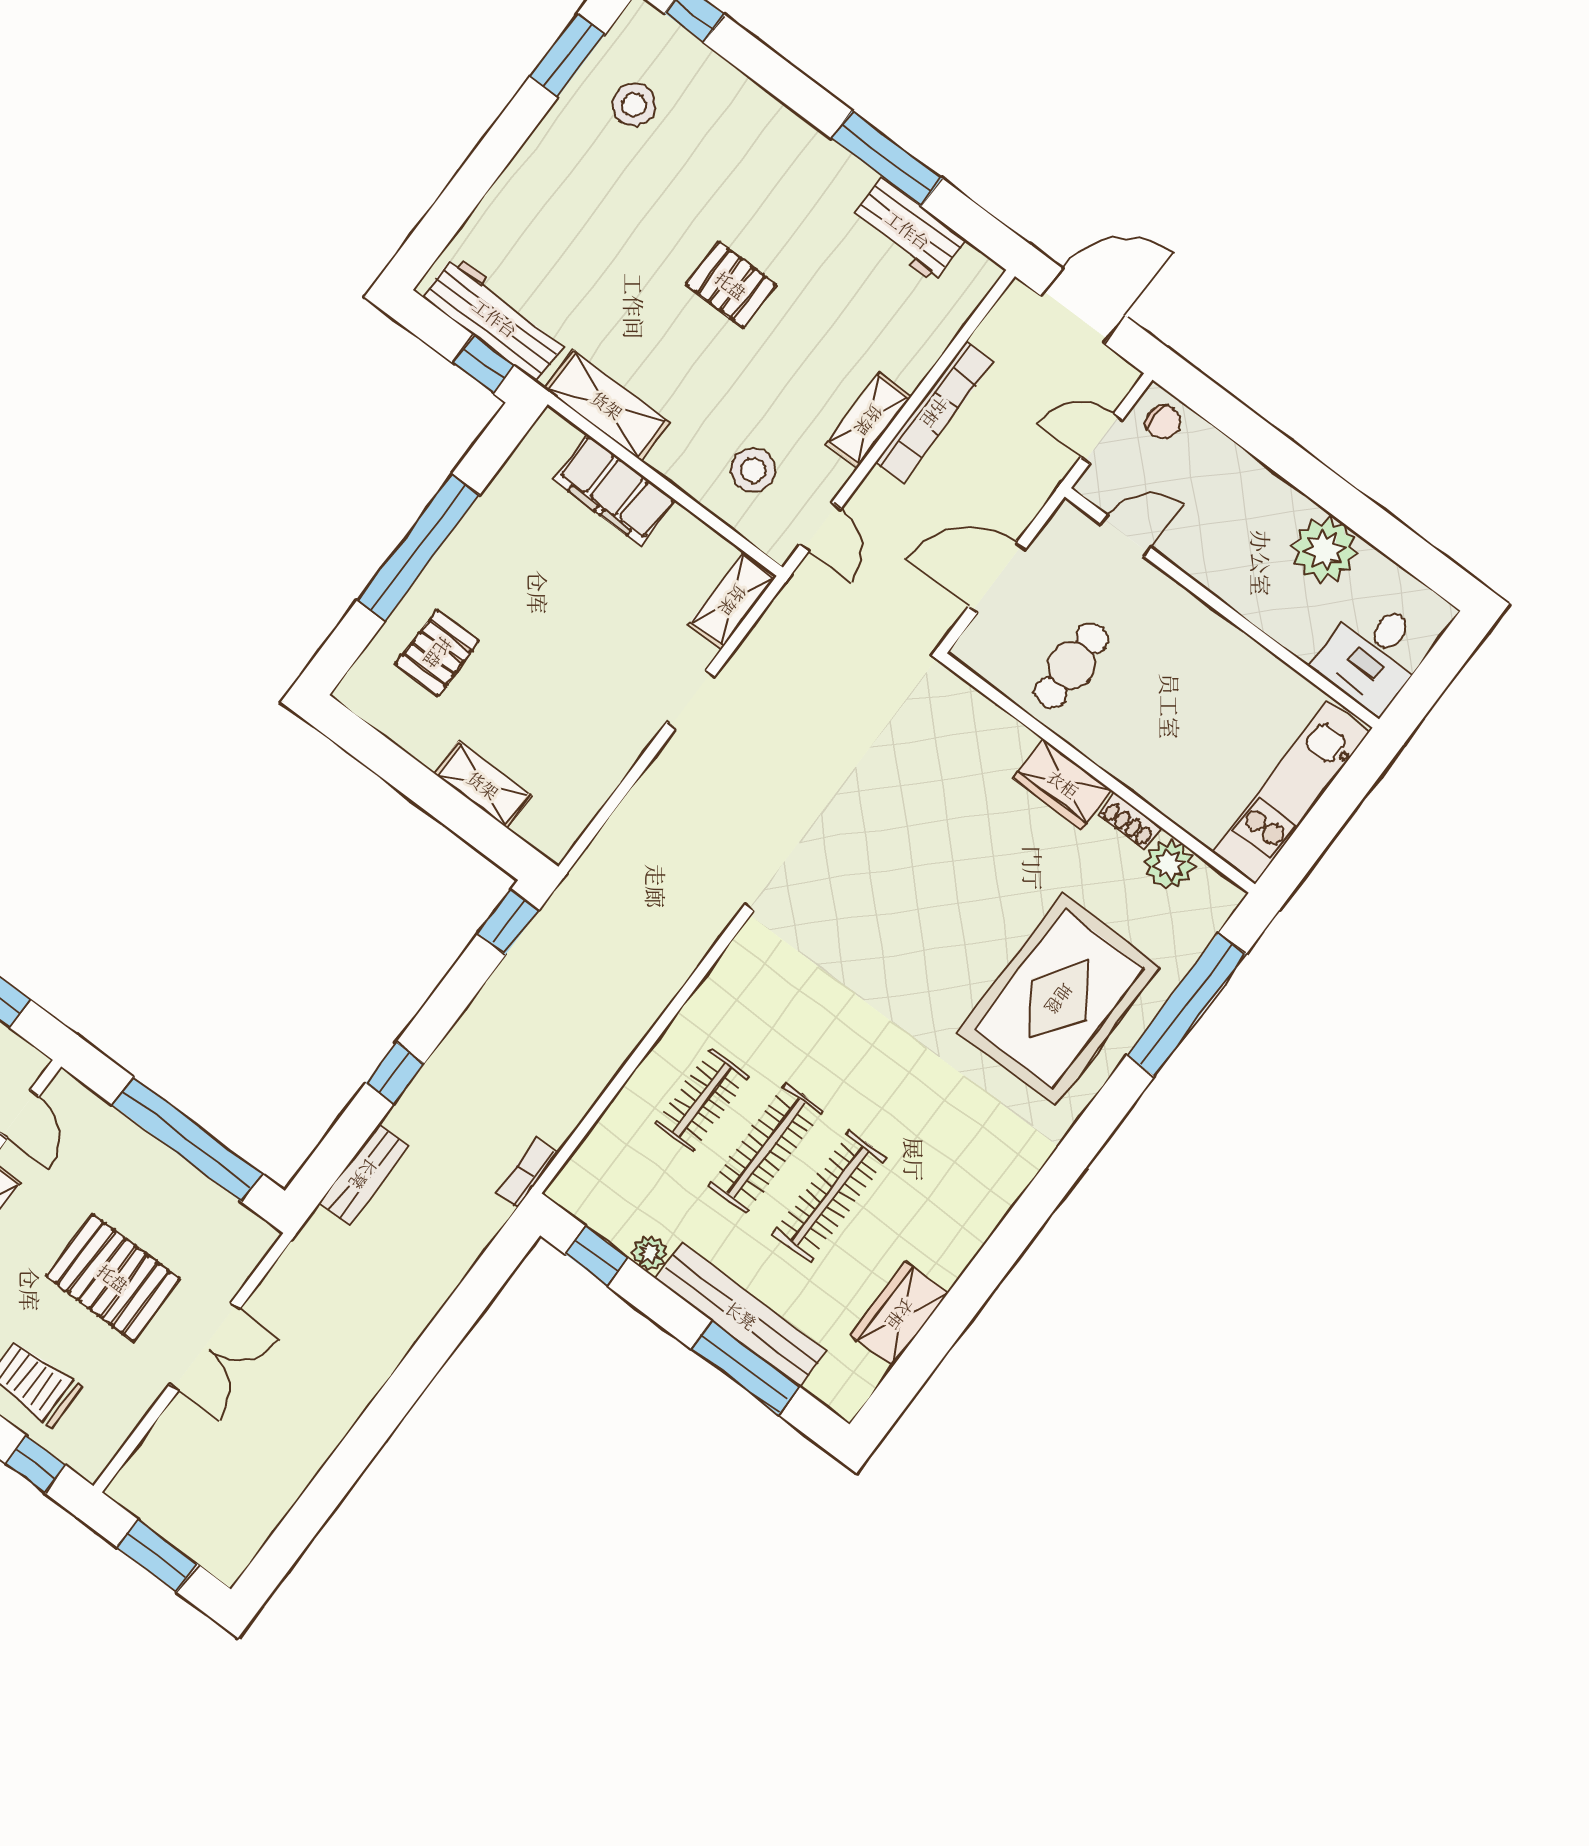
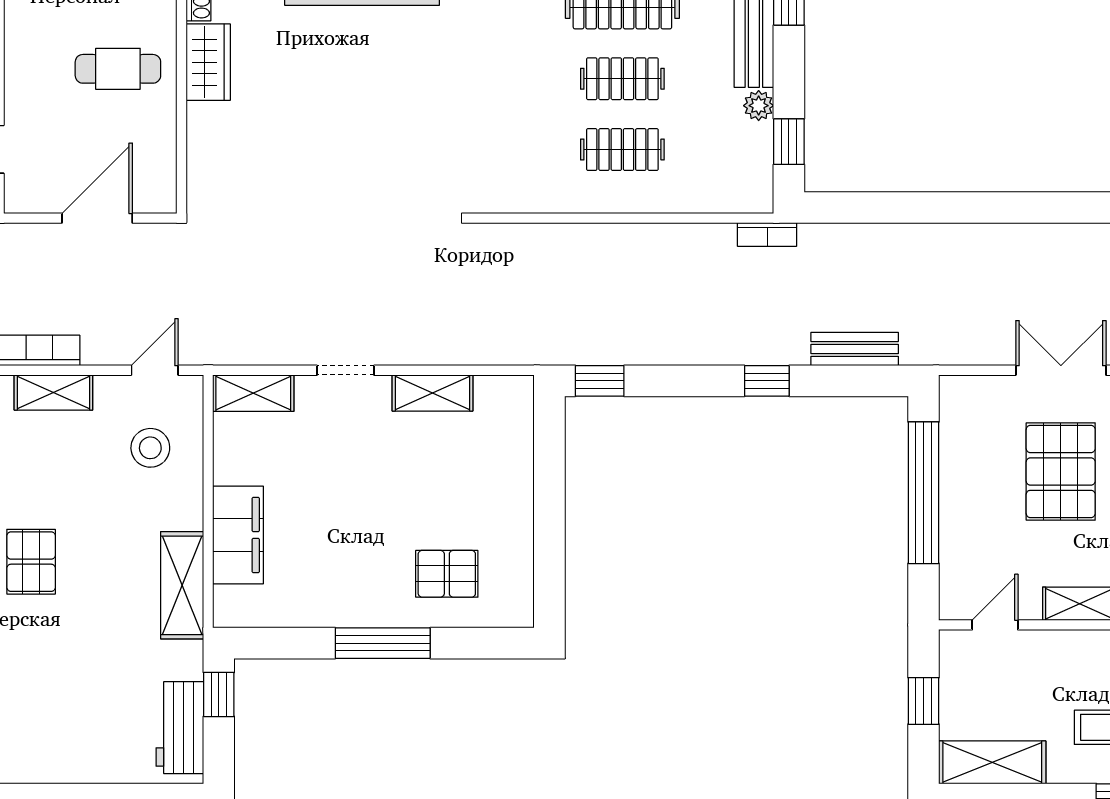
workbench: (495, 318) -> (180, 728), width x0.73
window: (418, 548) -> (383, 643), width x0.68
door: (997, 578) -> (97, 218), swing flipped
cafe table: (1071, 665) -> (118, 69), moved
shelving: (483, 785) -> (433, 393), moved, turned 90
clothes rail: (766, 1148) -> (622, 79), width x0.73

